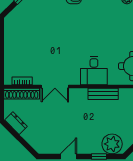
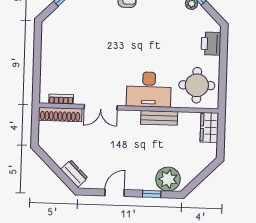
desk: (94, 71) -> (149, 89), width x1.37
dresser: (16, 123) -> (74, 174), moved

